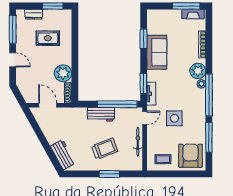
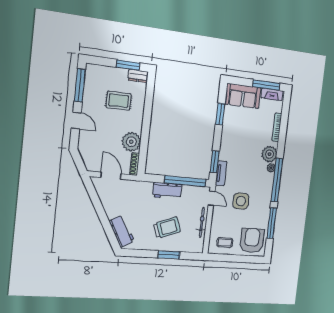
dresser: (34, 14) -> (138, 76), moved
sofa: (157, 52) -> (243, 96), moved, turned 90
door: (145, 118) -> (212, 198), hinge flipped

